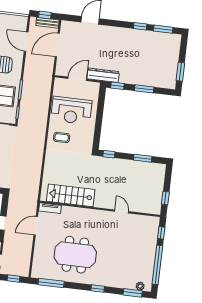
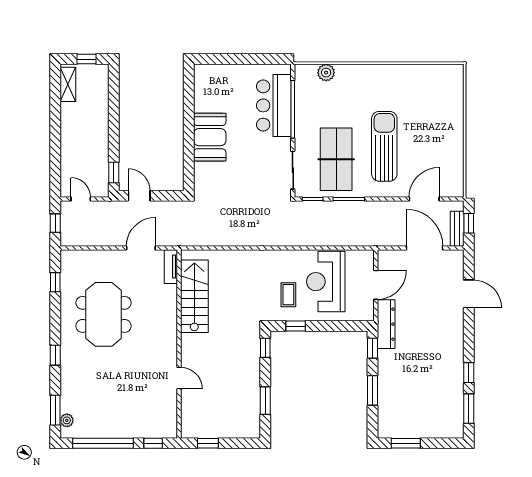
door: (77, 79) -> (376, 285), hinge flipped
window: (97, 133) -> (296, 326), added
coffee table: (62, 137) -> (288, 295), moved
door: (122, 211) -> (179, 378), hinge flipped
door: (36, 226) -> (141, 248), hinge flipped
window: (51, 283) -> (55, 282), width x0.46

